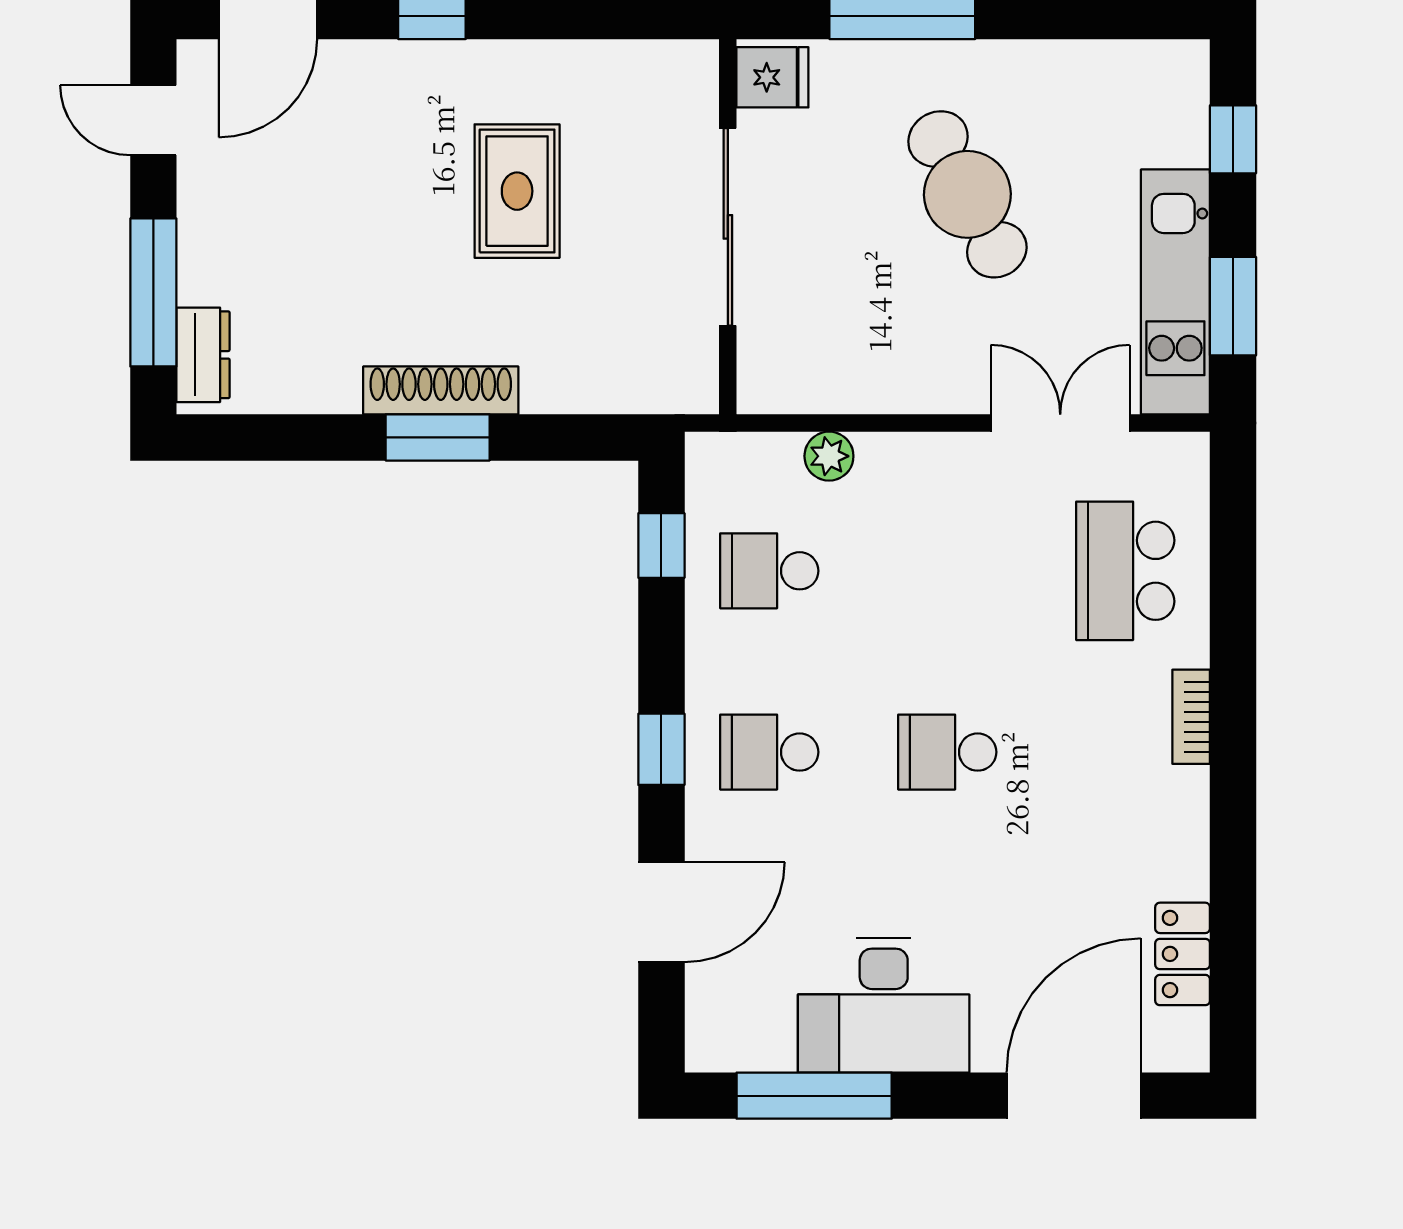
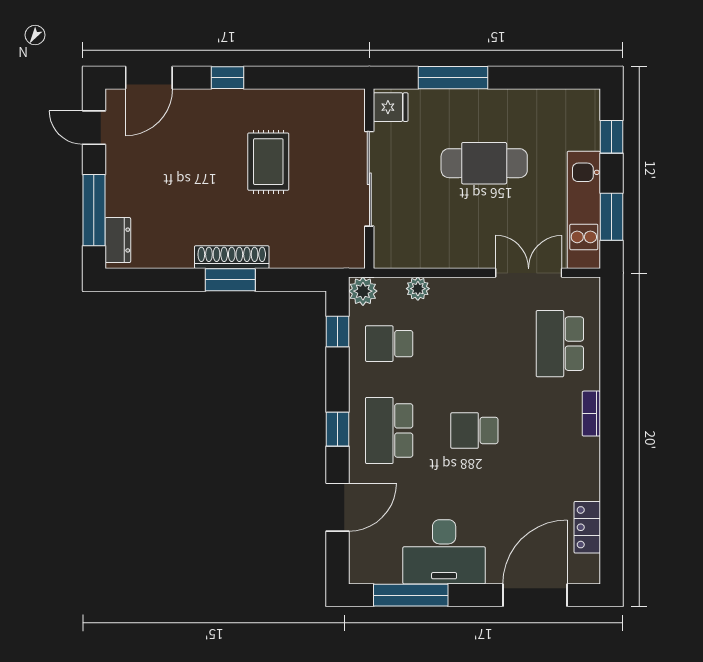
cafe table: (967, 194) -> (484, 163), turned -62
plant: (714, 462) -> (363, 291), added
school desk: (769, 752) -> (389, 430), width x1.85

